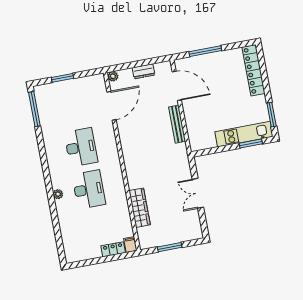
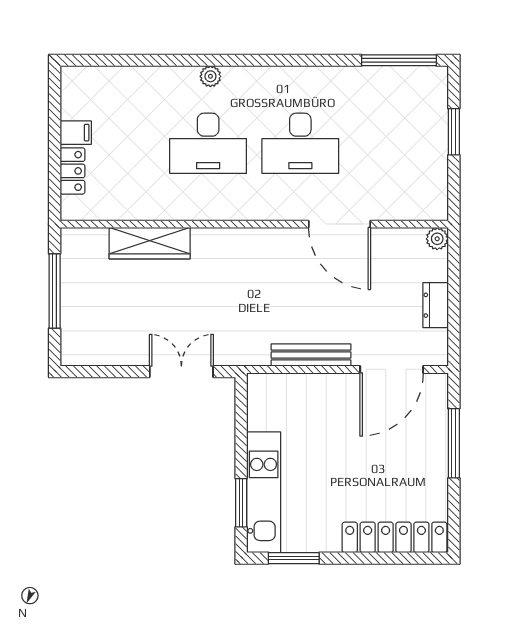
door: (112, 106) -> (340, 224), moved
double door: (198, 193) -> (181, 372), moved
filing cabinet: (130, 244) -> (76, 133), moved
window: (170, 247) -> (55, 291), width x1.44

